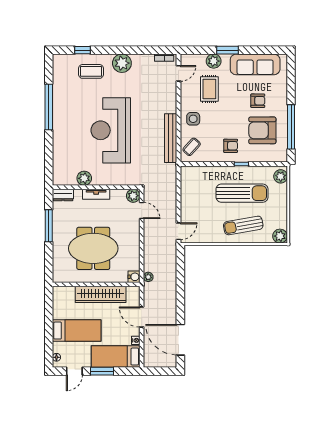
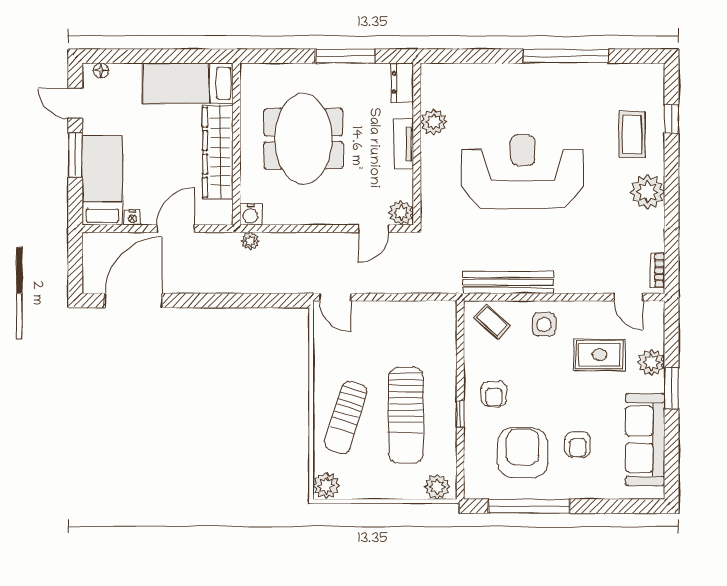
sun lounger: (243, 225) -> (346, 417), turned -153
bed: (77, 331) -> (188, 83), moved, turned 90

